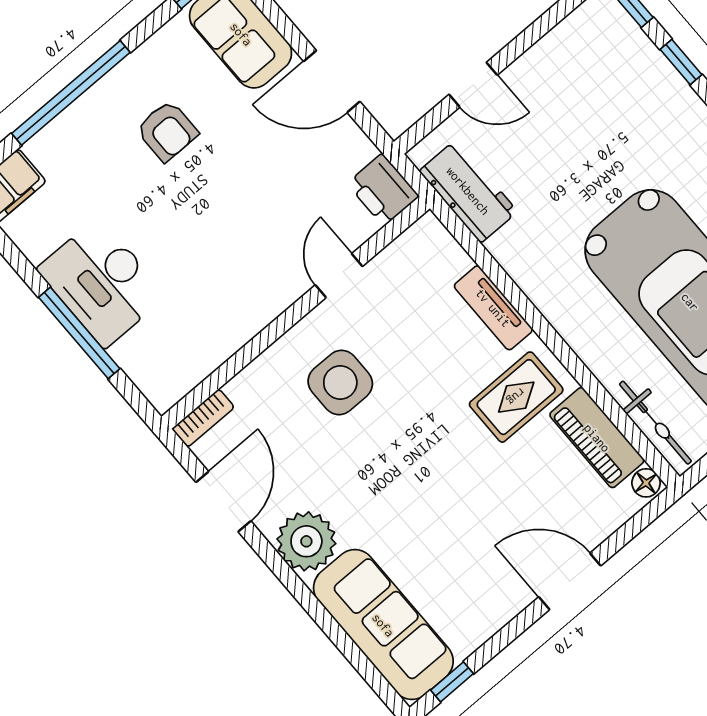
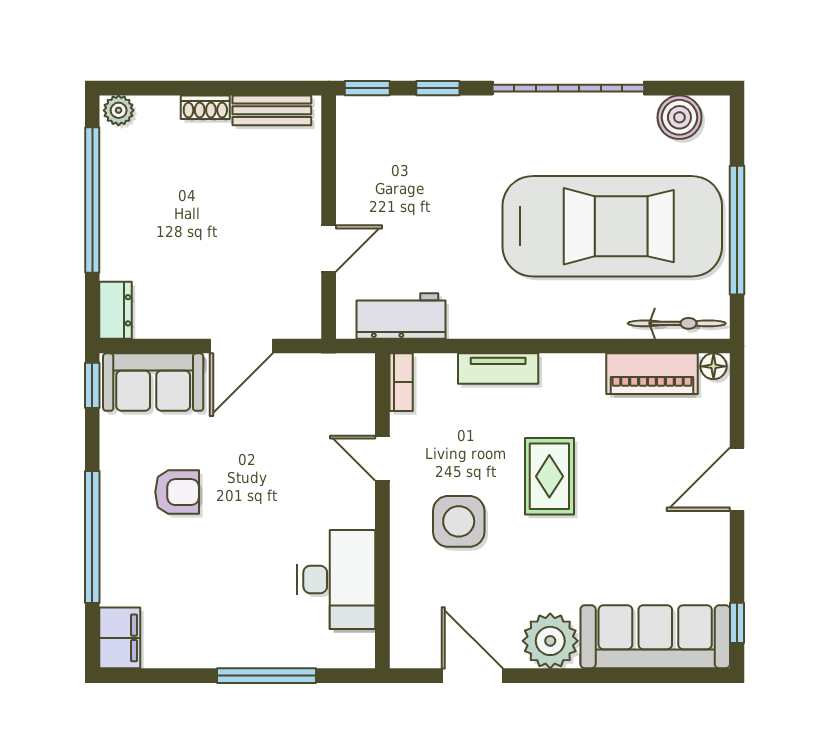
printer: (383, 190) -> (349, 375), removed
desk: (102, 282) -> (336, 579), moved, turned -90
rug: (516, 397) -> (549, 476), moved
bookcase: (203, 418) -> (401, 382), moved

